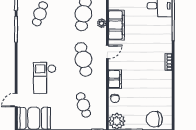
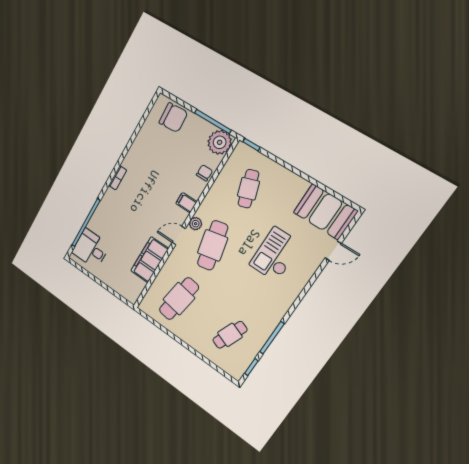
plant: (102, 23) -> (196, 224), moved
checkout: (45, 78) -> (276, 254), turned 180
filing cabinet: (115, 79) -> (186, 203), width x0.50

